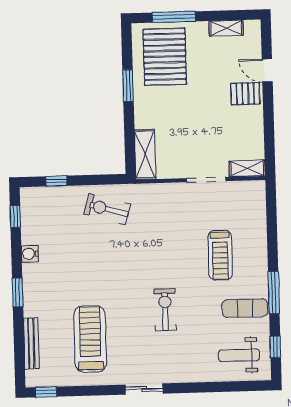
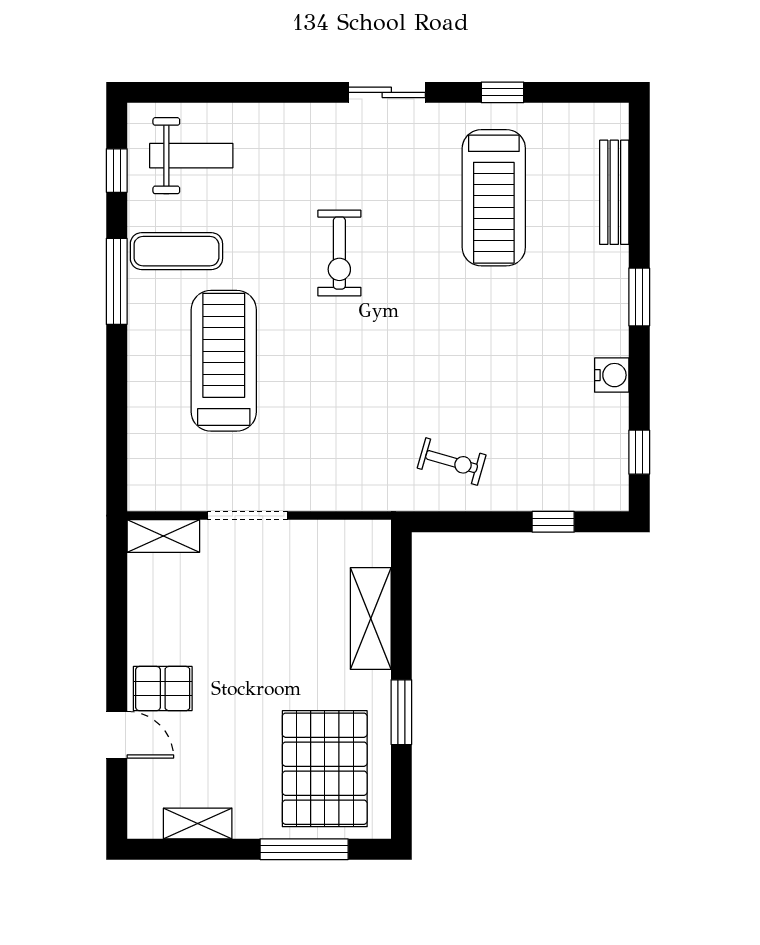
shelving: (145, 154) -> (371, 619), moved
exercise bike: (107, 209) -> (452, 462), width x0.73, depth x0.72
treadmill: (220, 255) -> (224, 361), width x1.37, depth x1.38
window: (46, 392) -> (502, 92), moved

